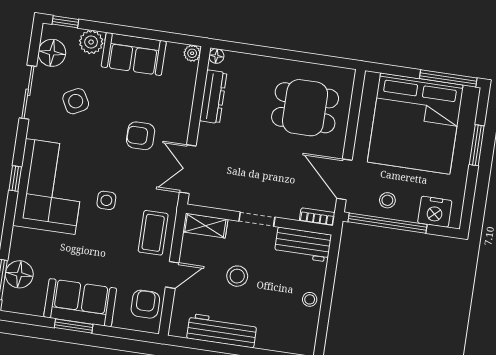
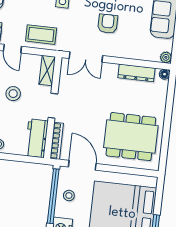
dining table: (305, 108) -> (131, 137), width x1.38
double door: (188, 169) -> (86, 57), swing flipped
door: (344, 179) -> (82, 165), hinge flipped
bookcase: (317, 217) -> (57, 141), width x1.56

